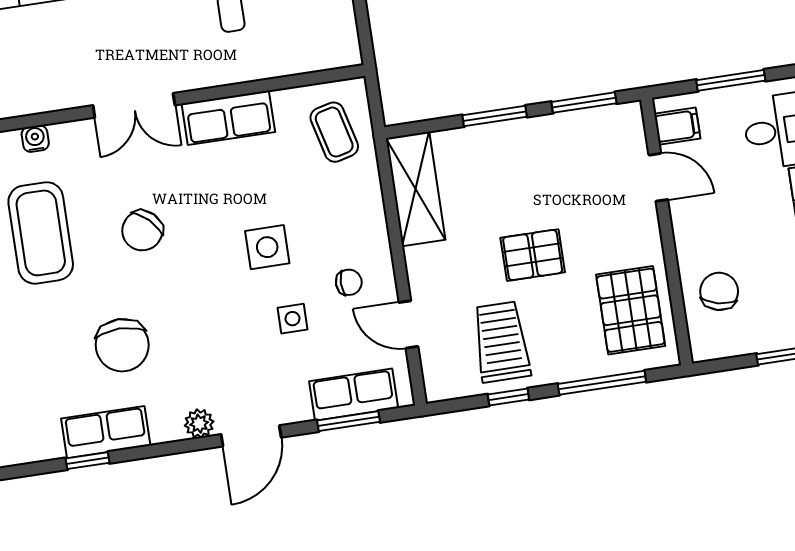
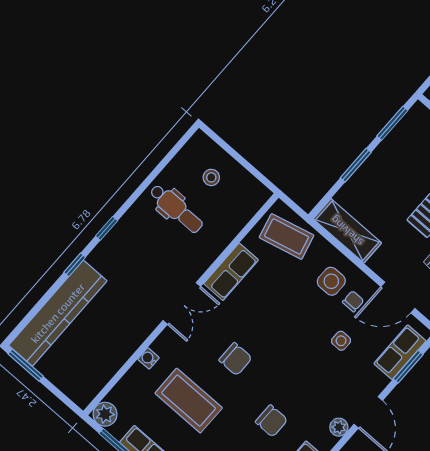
coffee table: (334, 132) -> (287, 236), width x1.36, depth x1.30
chair: (142, 231) -> (235, 359), turned -44
side table: (267, 247) -> (331, 281), moved
door: (408, 324) -> (398, 297), width x1.37
chair: (122, 345) -> (271, 421), width x0.73, depth x0.73

